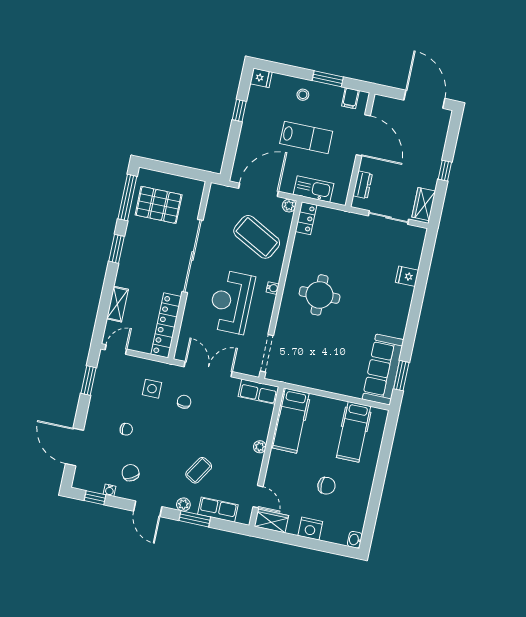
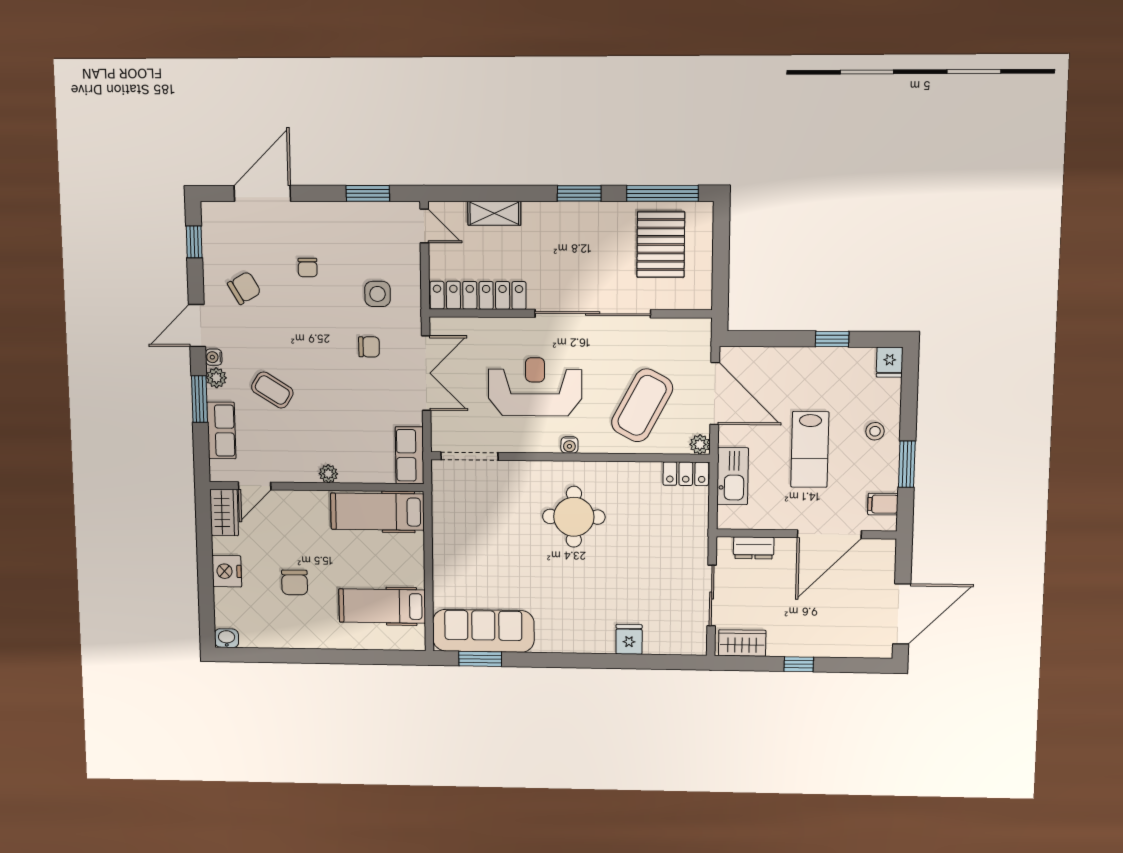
water cooler: (110, 490) -> (214, 357), moved

